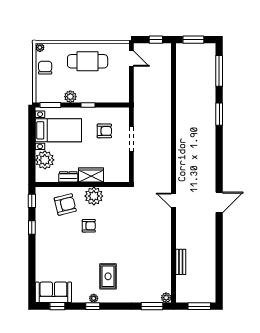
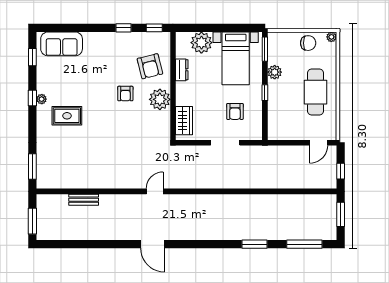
wardrobe: (91, 175) -> (184, 121), moved
sofa: (53, 292) -> (62, 44), moved, turned 90
plant: (166, 298) -> (42, 183), removed

